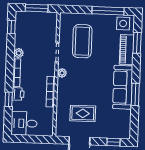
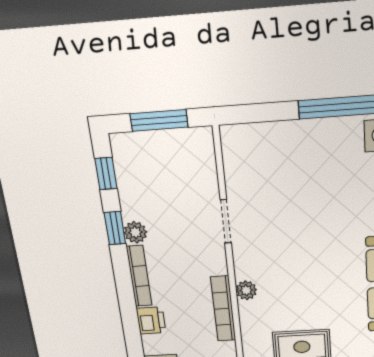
coffee table: (82, 41) -> (283, 189), removed
plant: (62, 73) -> (246, 290), moved
window: (9, 99) -> (115, 228), moved

